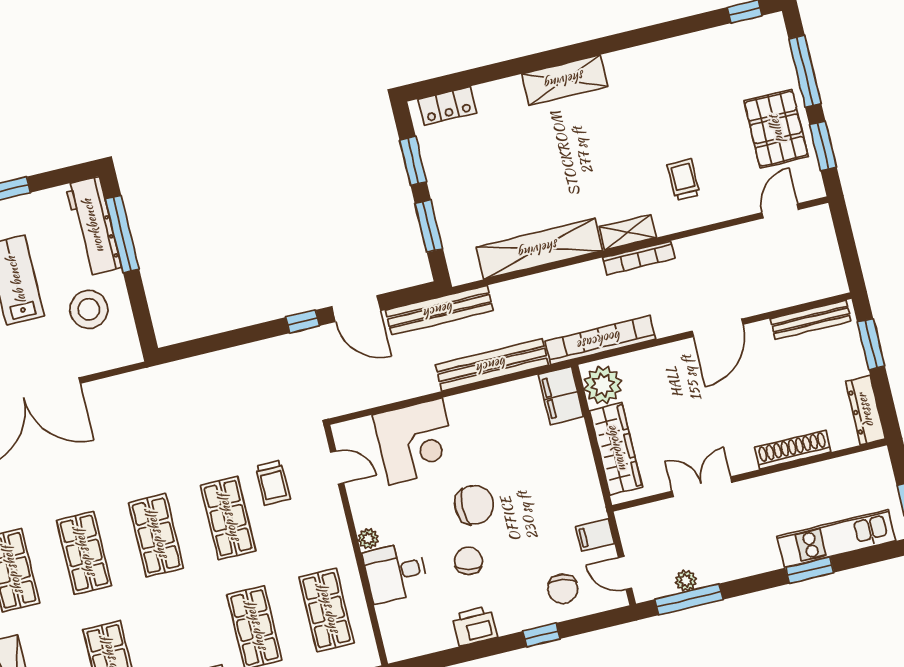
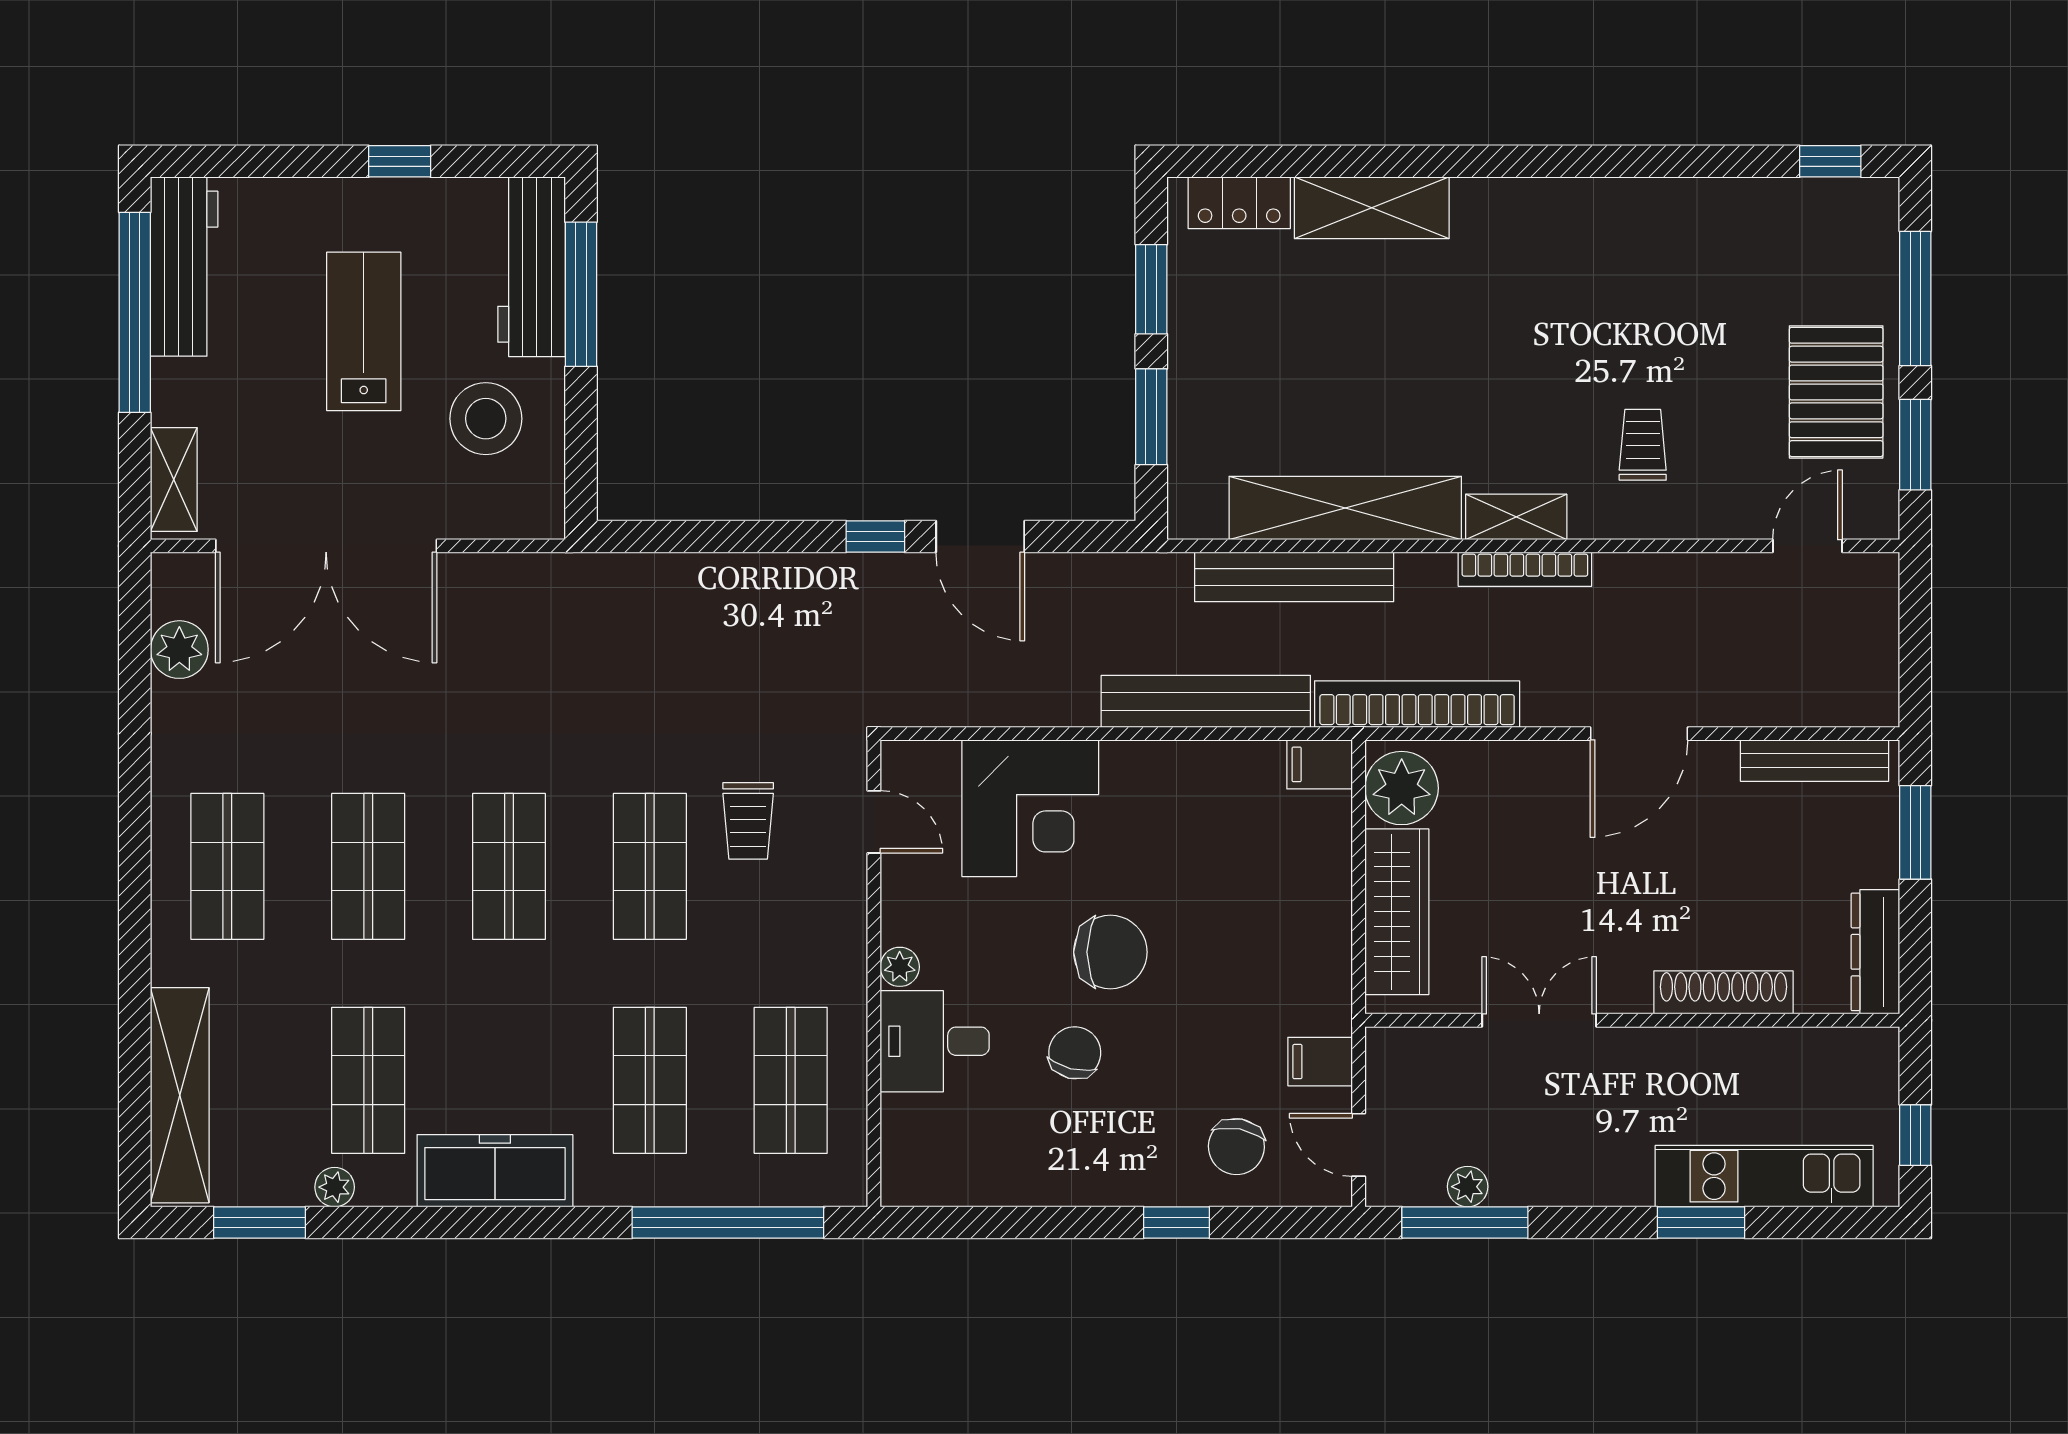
shelving: (565, 80) -> (1372, 208), moved
bench: (439, 310) -> (1294, 577), moved
filing cabinet: (561, 396) -> (1320, 764), width x0.50
printer: (475, 626) -> (1057, 1176), removed

